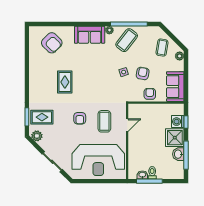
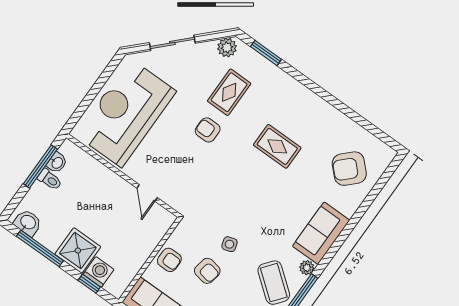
rug: (42, 117) -> (229, 92), moved
coffee table: (104, 121) -> (177, 163), removed
washbasin: (178, 154) -> (28, 223), moved

